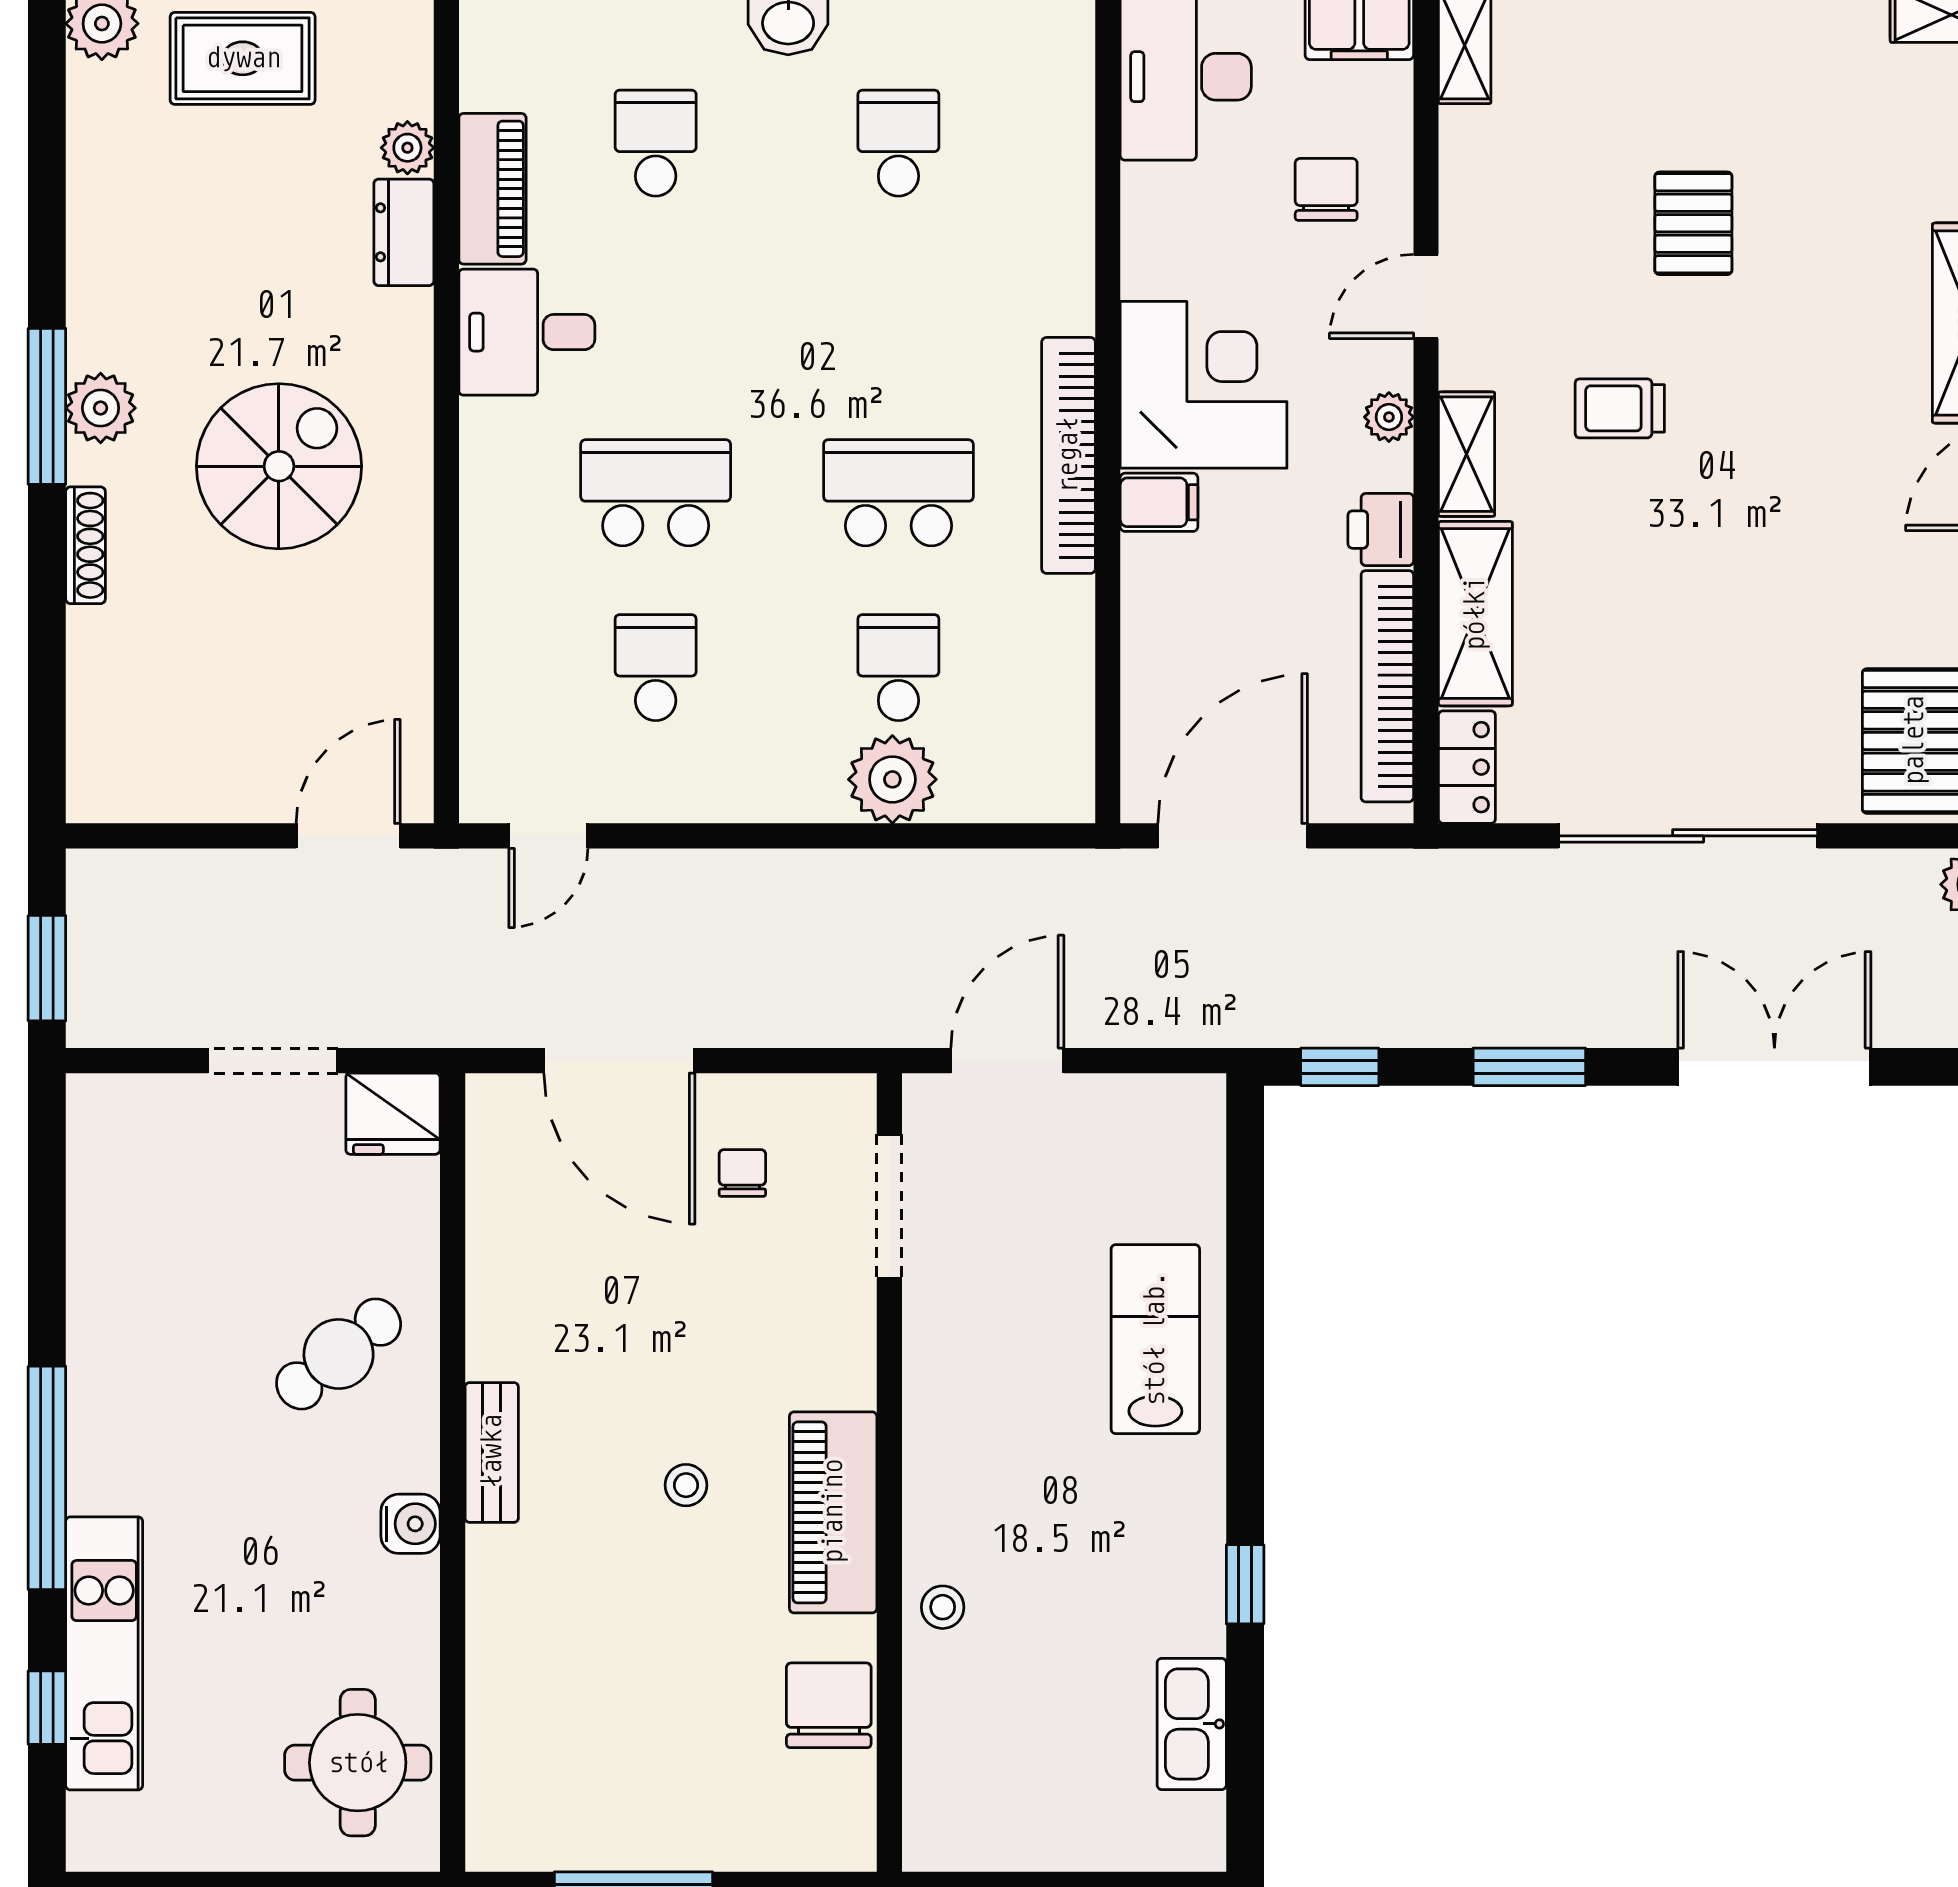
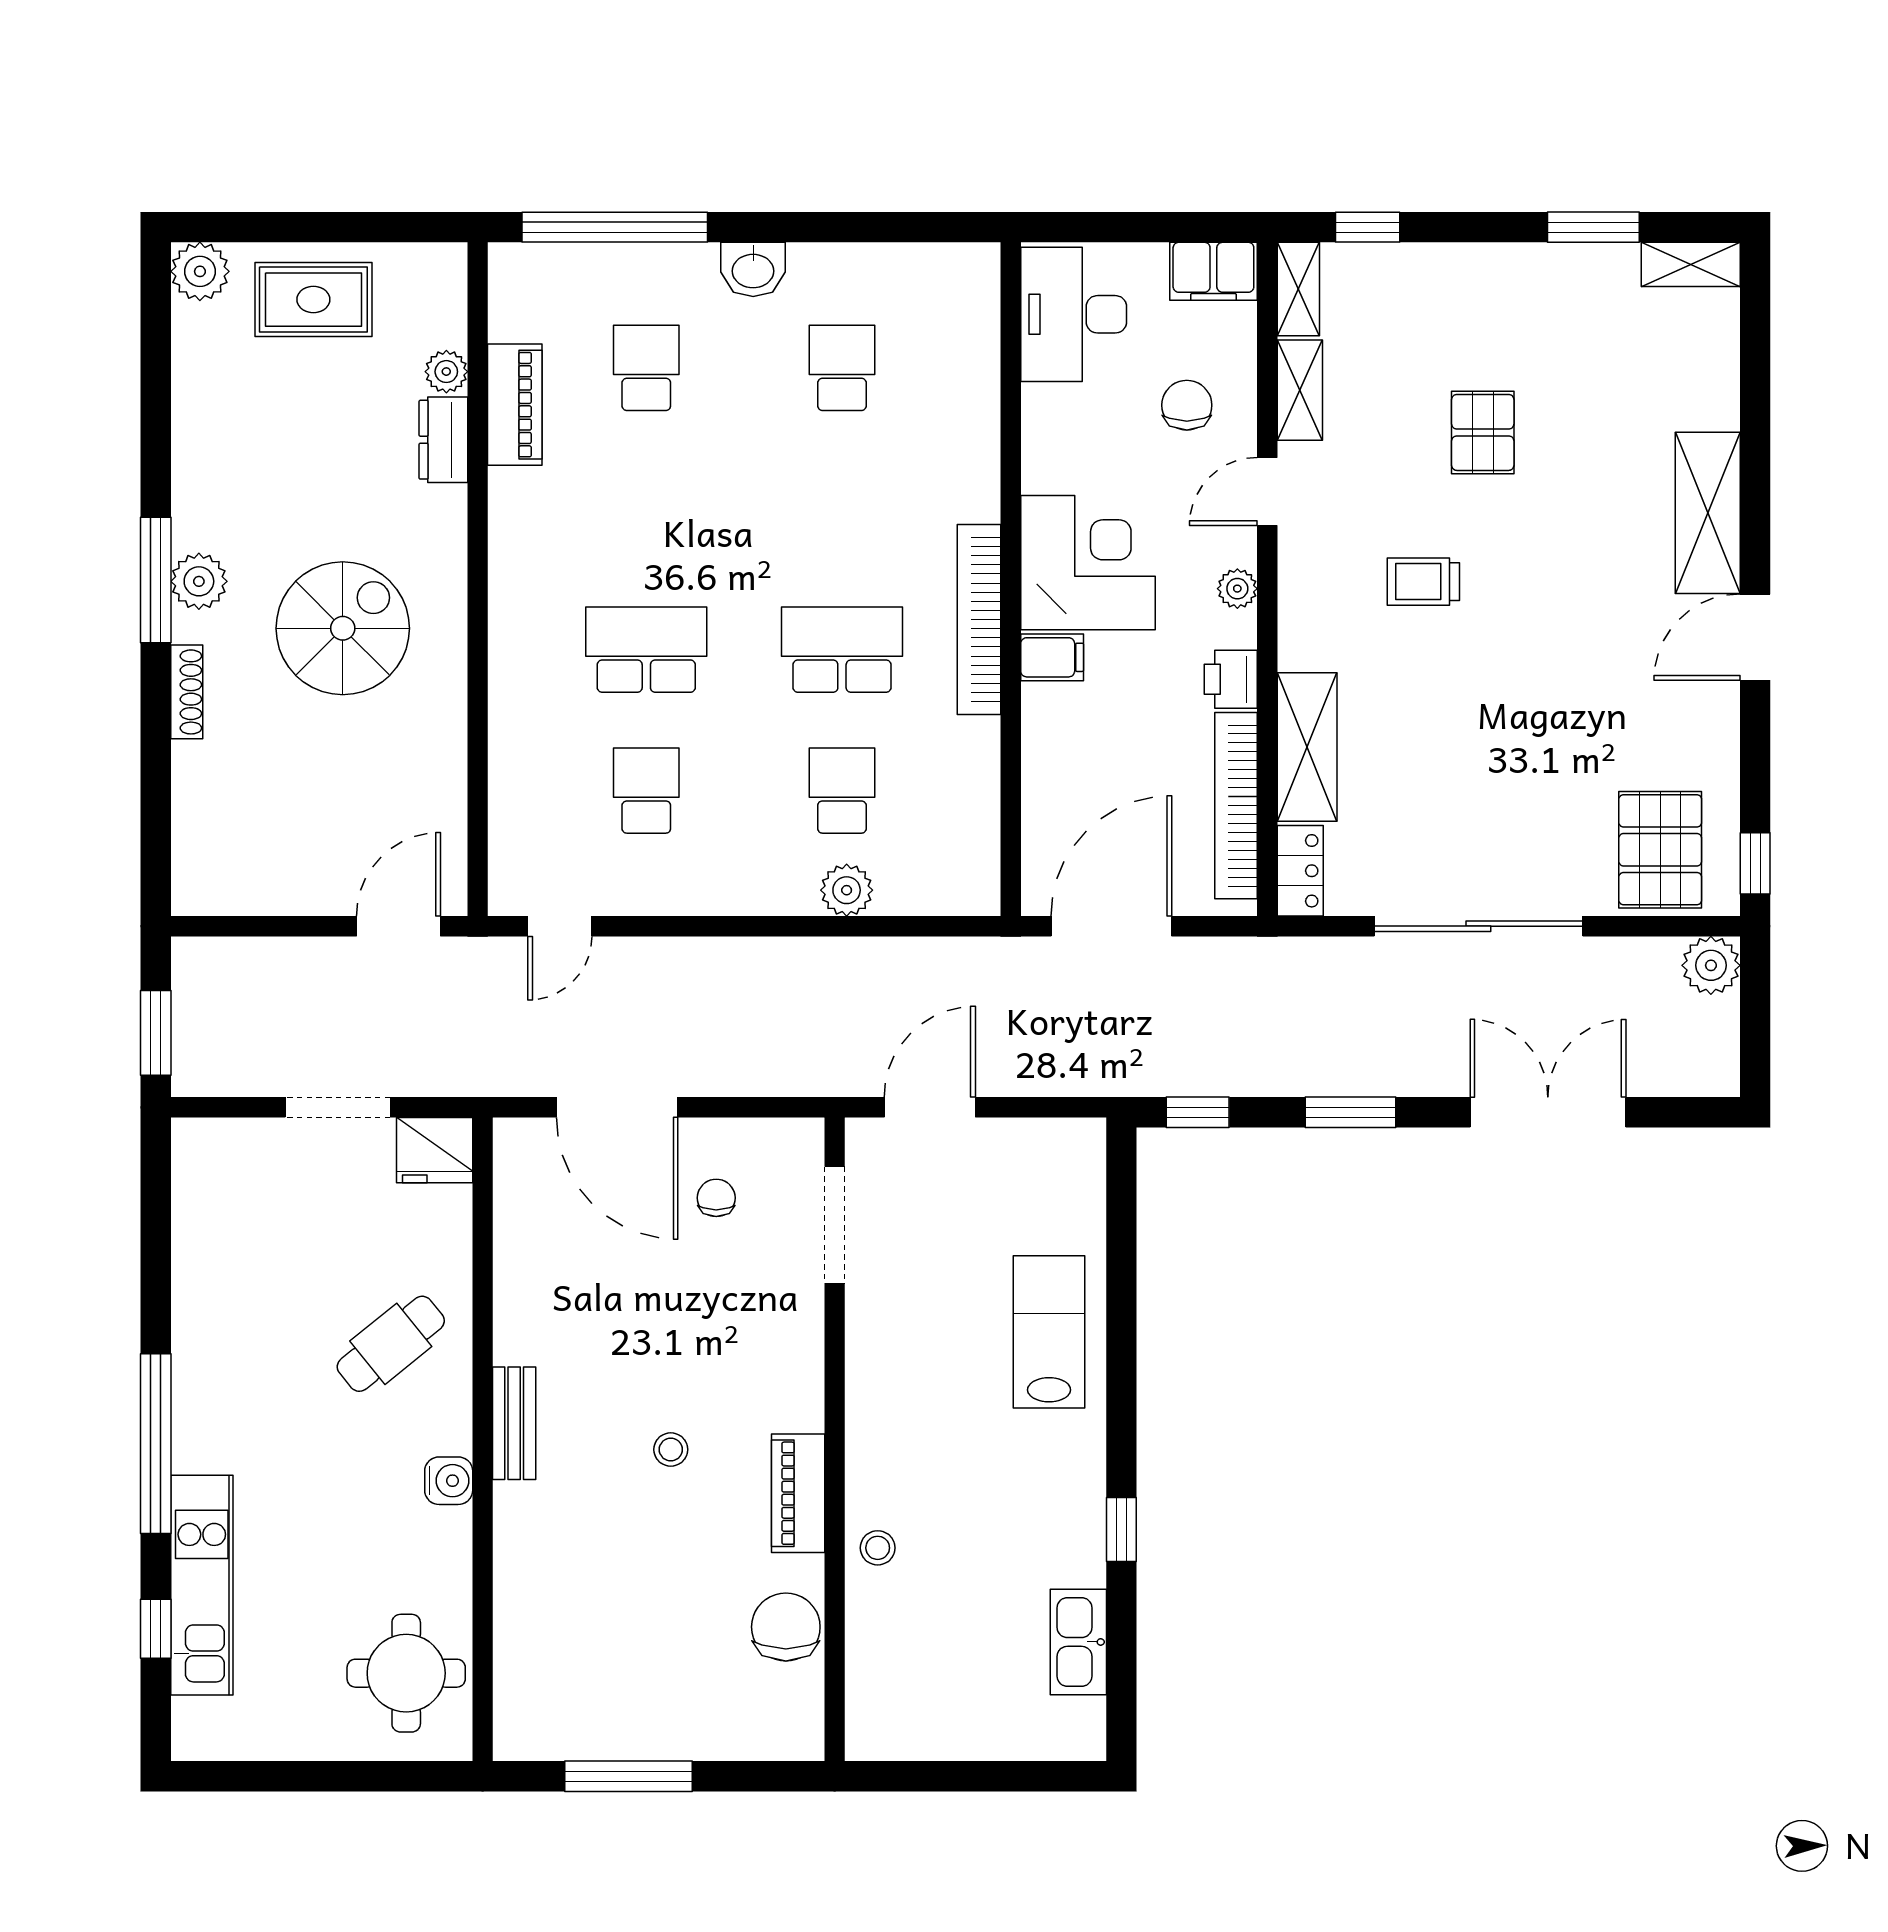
desk: (527, 332) -> (542, 520), removed
shelving: (1467, 454) -> (1300, 390), moved
plant: (892, 779) -> (847, 890), width x0.73, depth x0.73
piano: (833, 1512) -> (798, 1493), width x0.73, depth x0.75

